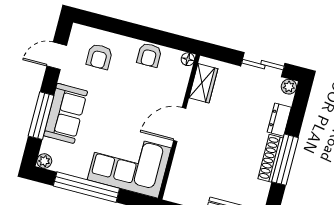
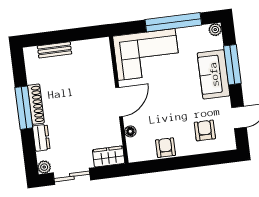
floor lamp: (188, 59) -> (130, 131), moved
wardrobe: (203, 83) -> (109, 156), moved, turned 90

